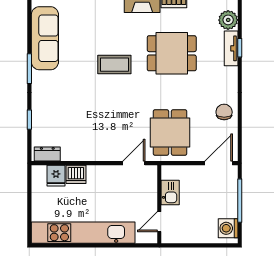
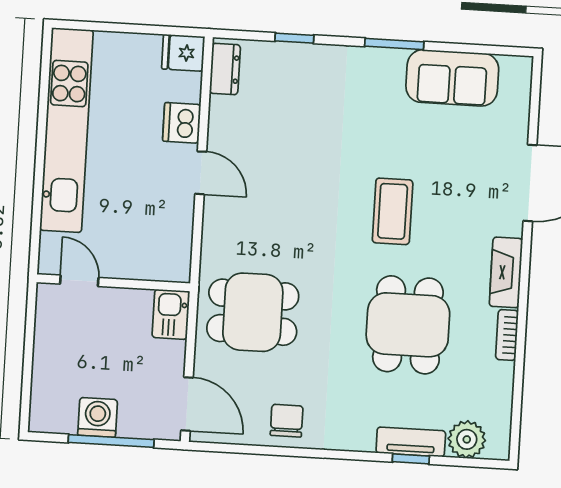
sofa: (45, 38) -> (452, 78), width x0.73
chair: (224, 112) -> (287, 421), turned -90
door: (134, 163) -> (201, 173), moved
fridge: (56, 176) -> (183, 53), moved
kitchen sink: (170, 192) -> (171, 314), moved, turned 90
washing machine: (228, 228) -> (98, 417), moved

